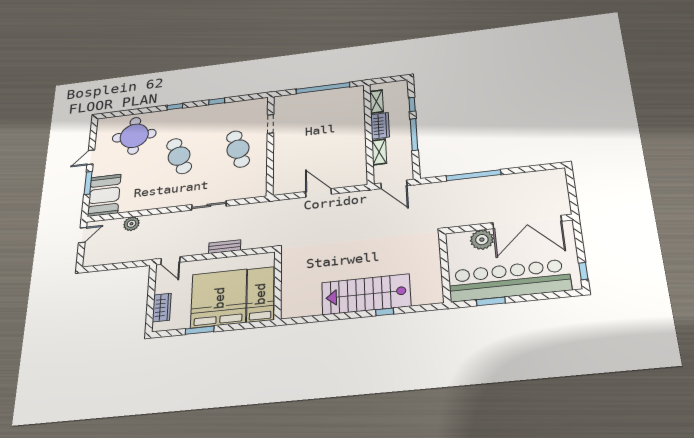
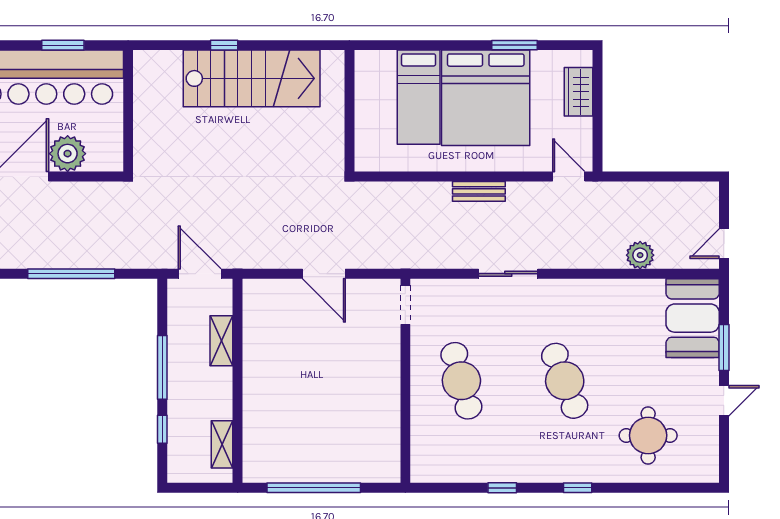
doorway: (271, 124) -> (405, 305), moved
wardrobe: (380, 126) -> (218, 393), removed
round table: (134, 136) -> (648, 435), width x0.73, depth x0.73
wall: (278, 285) -> (349, 111), moved

